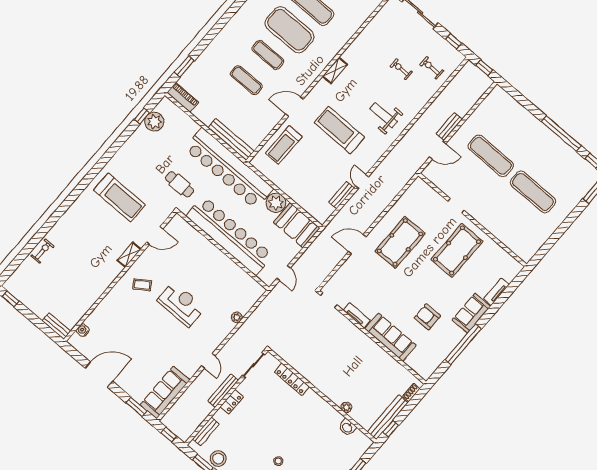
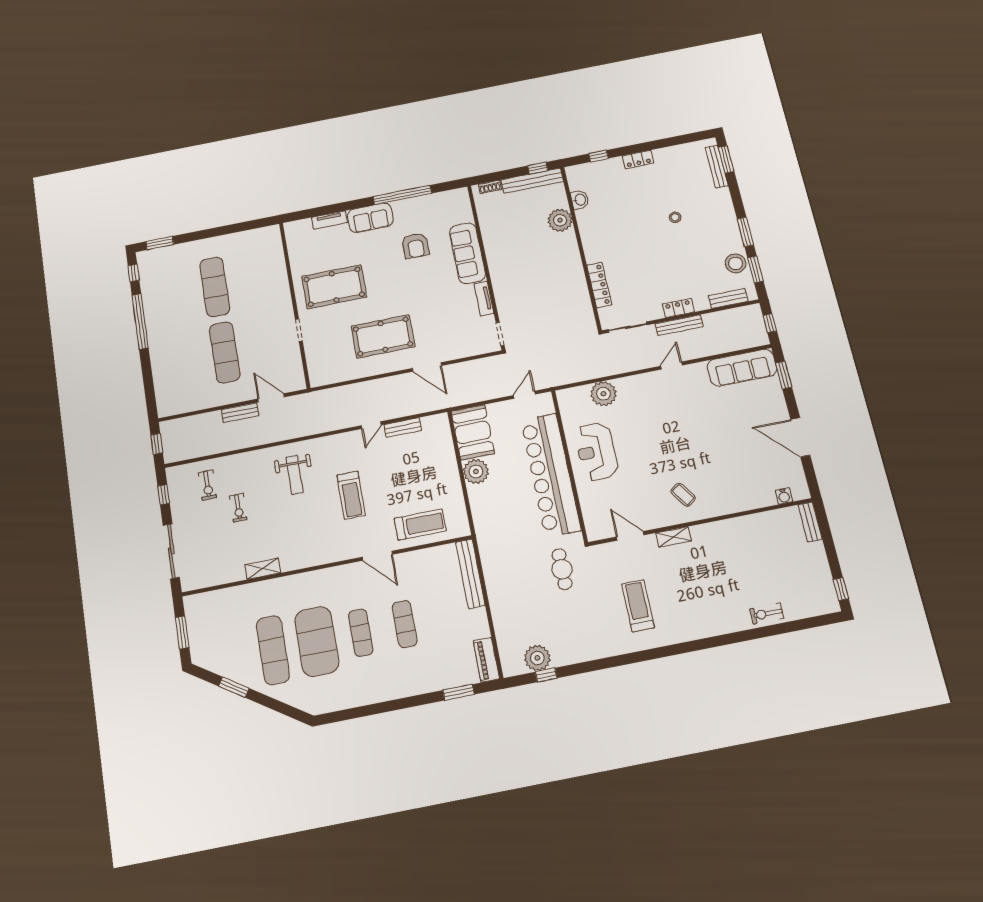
shelving: (335, 70) -> (263, 569), moved
treadmill: (339, 130) -> (351, 495), width x0.73, depth x0.73
bar counter: (229, 168) -> (497, 545), removed
treadmill: (119, 198) -> (638, 606), width x0.73, depth x0.73
reception desk: (181, 304) -> (596, 452), moved
plant: (237, 317) -> (603, 394), width x1.88, depth x1.88
plant: (346, 407) -> (560, 220), width x1.87, depth x1.87

